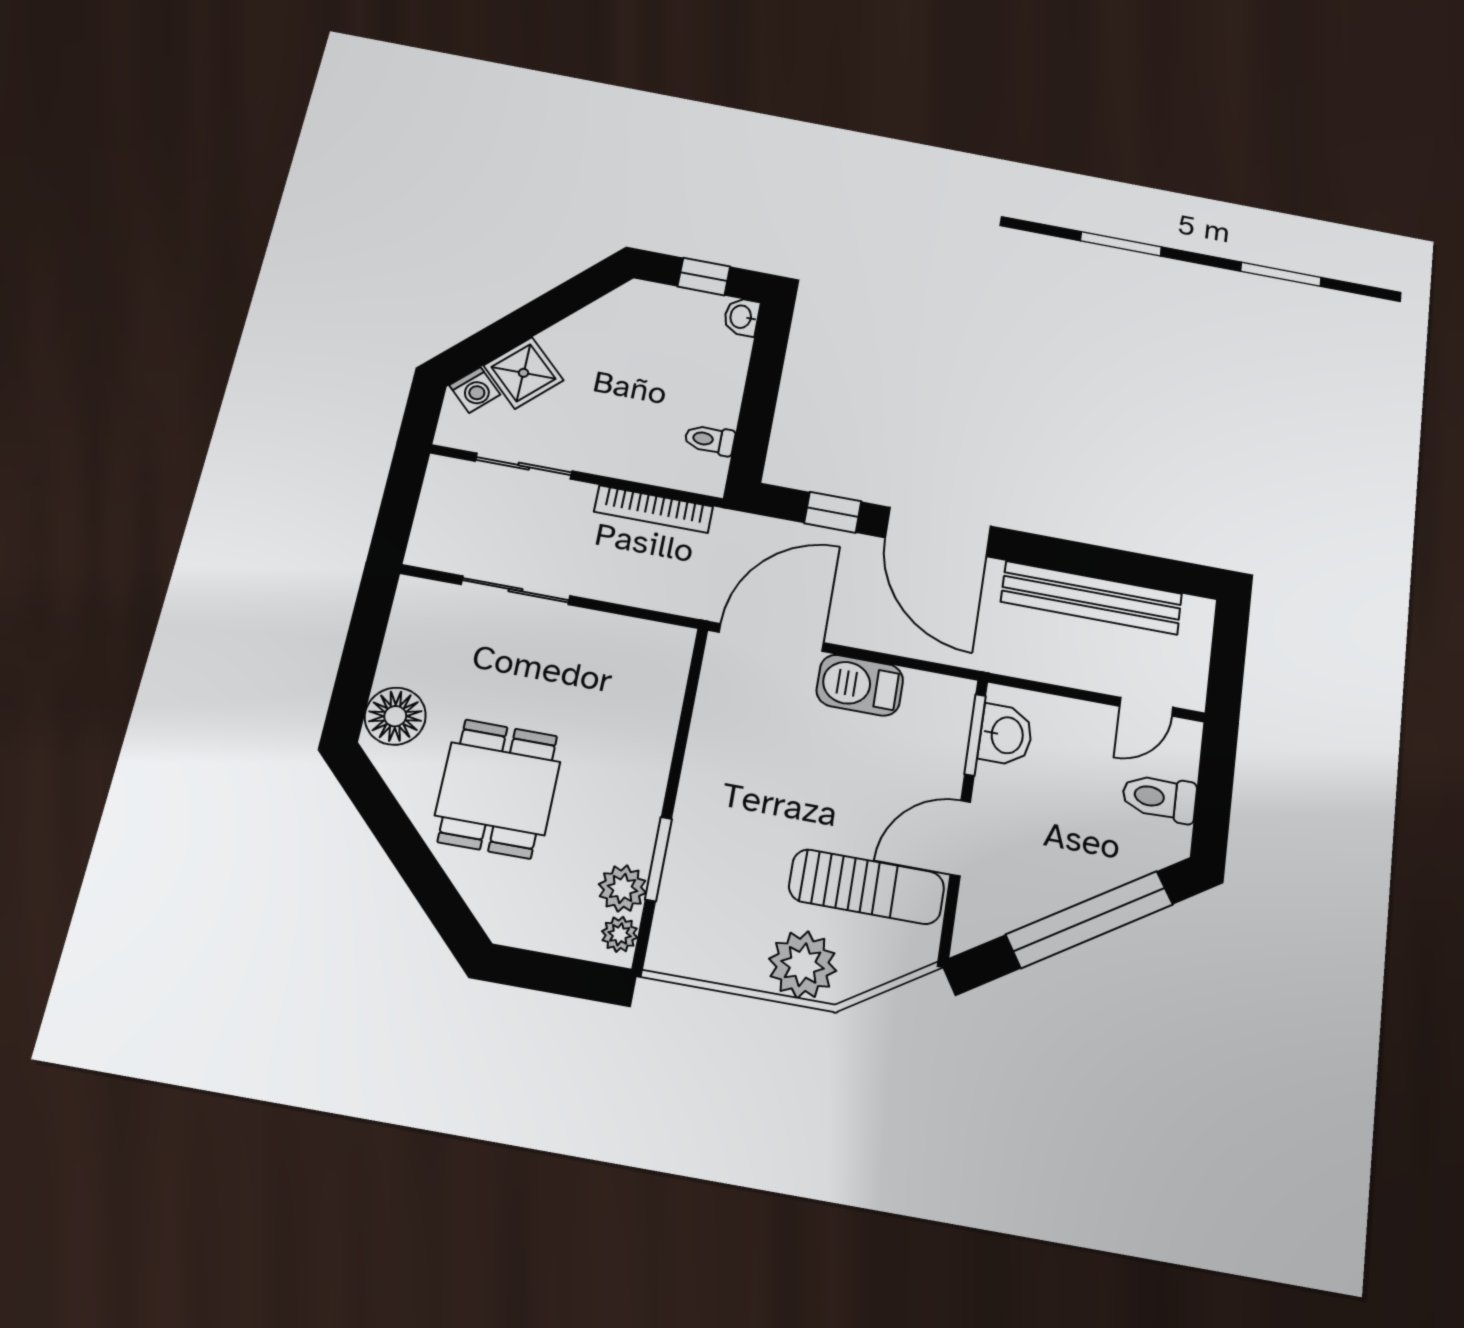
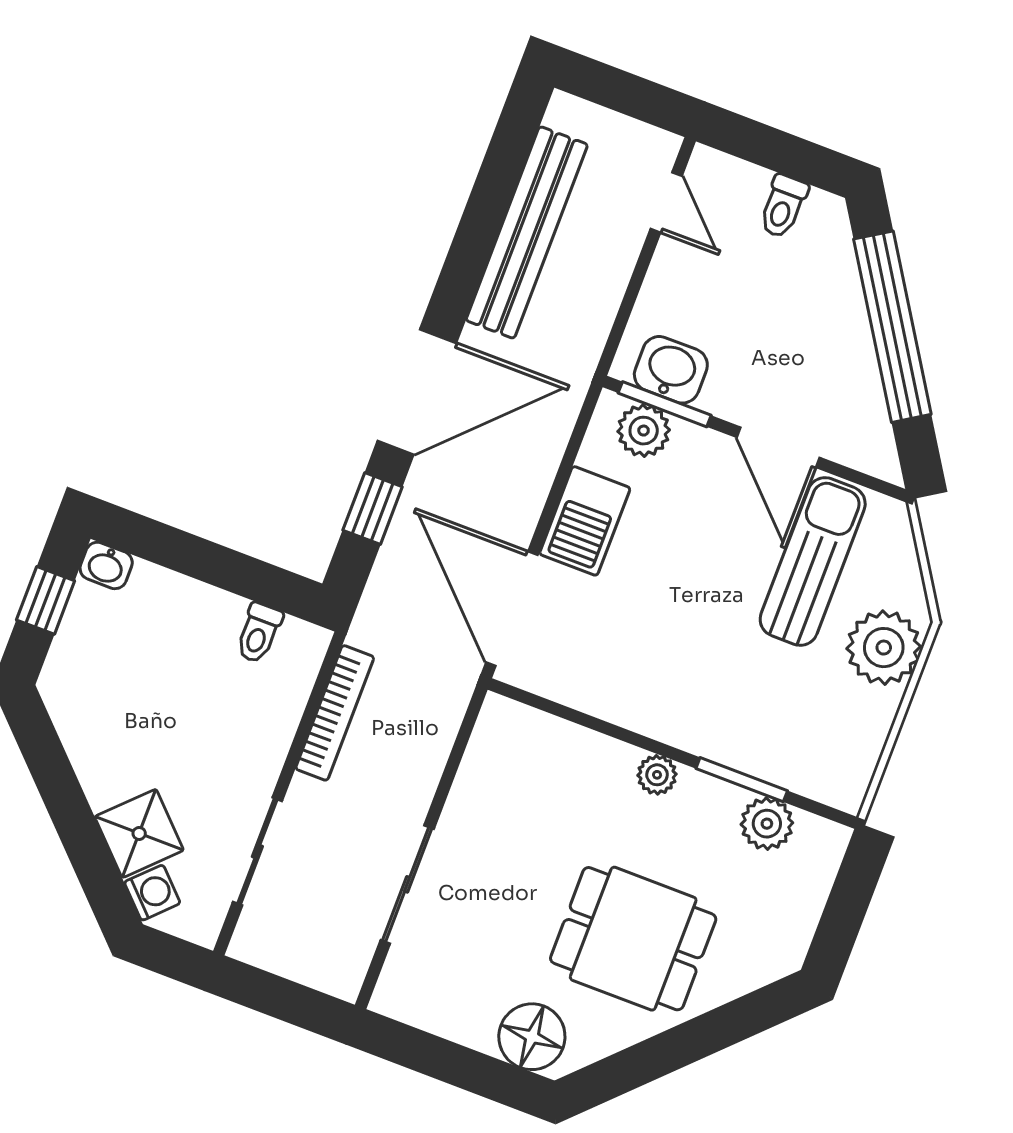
plant: (948, 721) -> (644, 431), added
toilet: (1159, 798) -> (783, 206), width x0.73, depth x0.72
plant: (620, 934) -> (657, 775), moved

